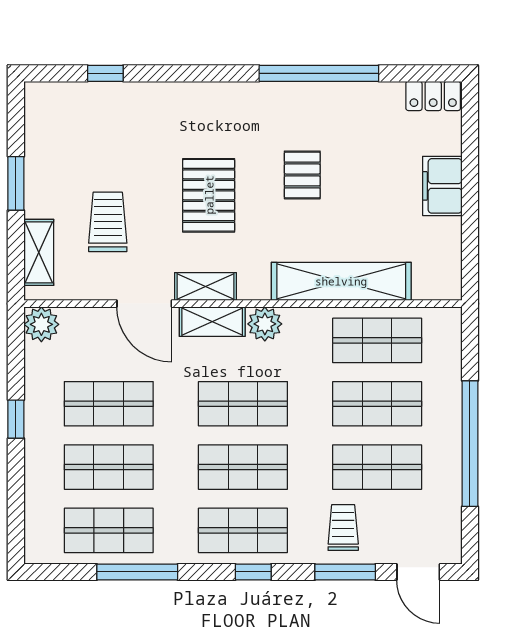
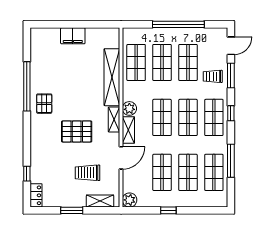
locker: (433, 96) -> (36, 195), moved
pallet: (302, 175) -> (44, 104), moved, turned 90
shelving: (205, 287) -> (114, 119), moved

